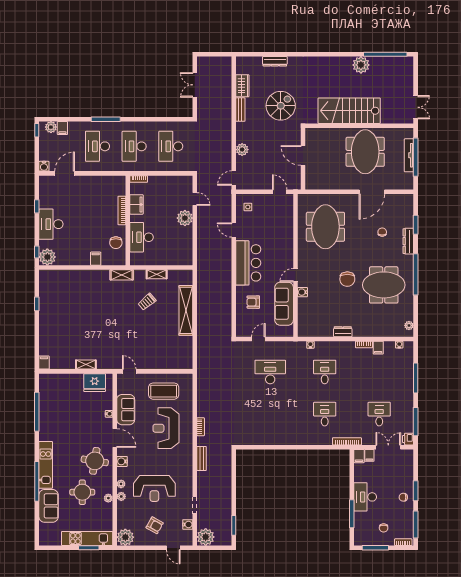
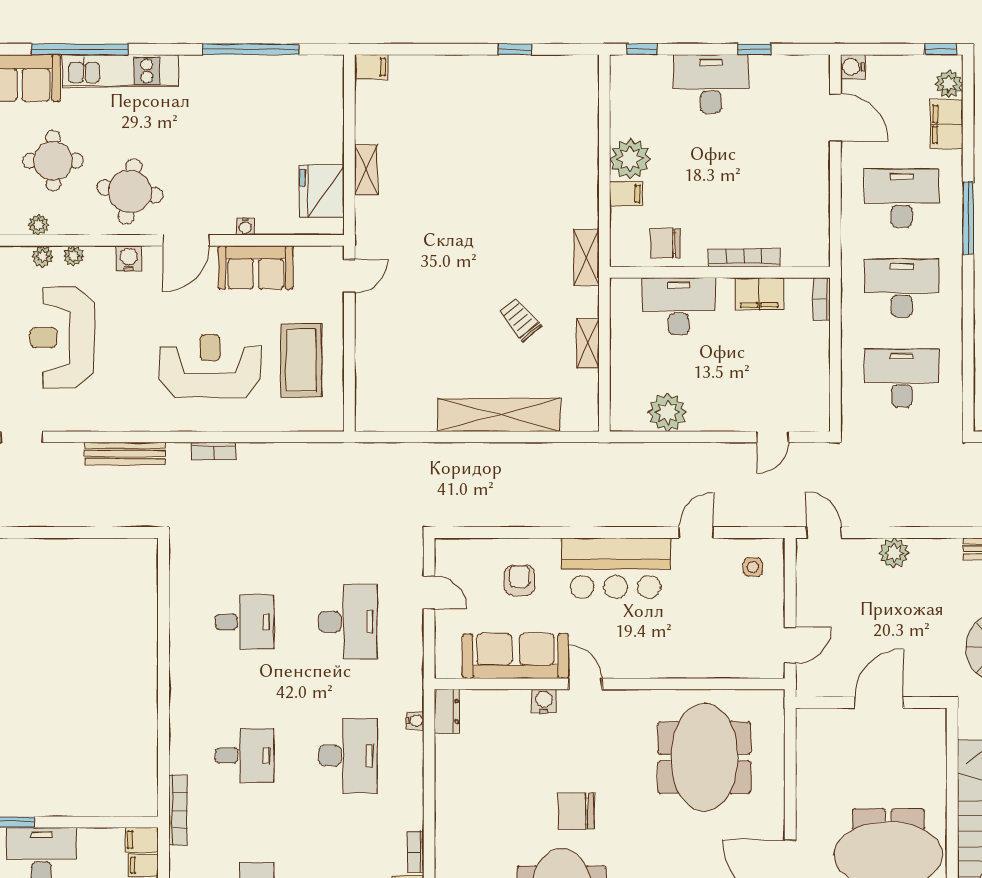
filing cabinet: (62, 128) -> (947, 124), width x2.00
plant: (185, 218) -> (667, 412), moved
meeting table: (325, 227) -> (704, 757), turned 90
plant: (47, 257) -> (630, 159), moved
dresser: (343, 332) -> (447, 711), moved
desk: (325, 372) -> (348, 756), width x1.37
desk: (270, 414) -> (245, 622), added
bench: (202, 458) -> (125, 454), width x1.36

